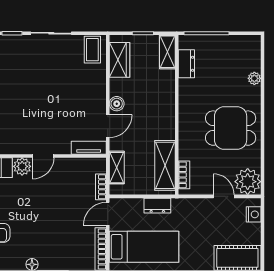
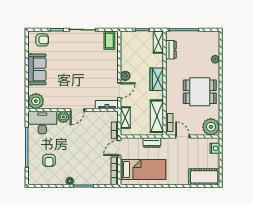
wardrobe: (120, 60) -> (157, 79), moved, turned 180
door: (224, 196) -> (183, 137), moved

